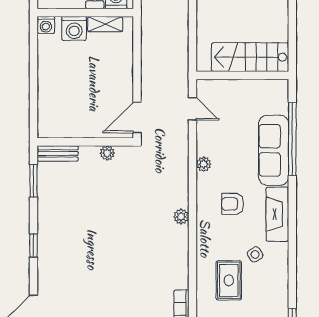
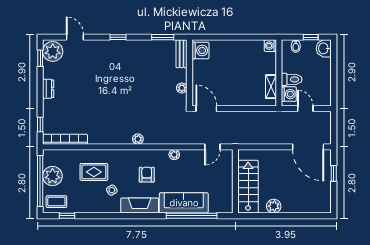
plant: (278, 20) -> (274, 206), added
washing machine: (74, 28) -> (200, 51), moved, turned 180

